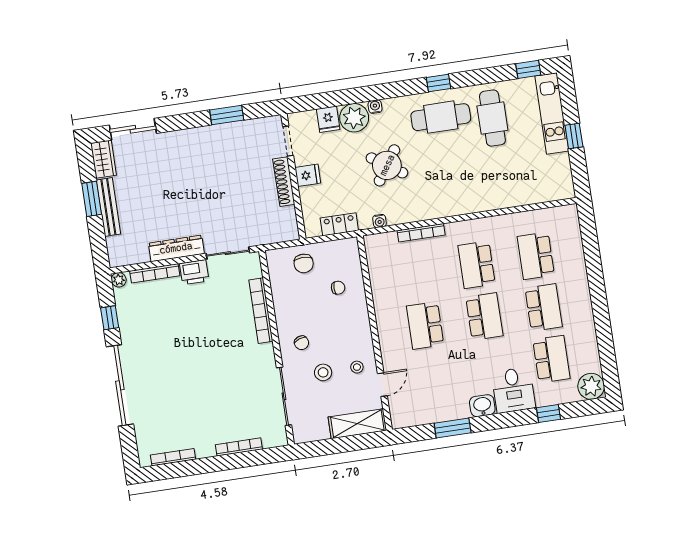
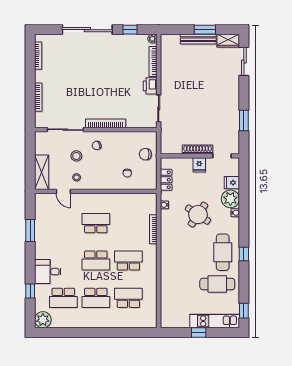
dresser: (176, 248) -> (166, 77), removed
bookcase: (261, 311) -> (106, 123), moved
washbasin: (482, 406) -> (41, 251), removed

